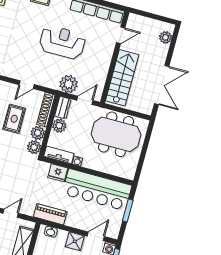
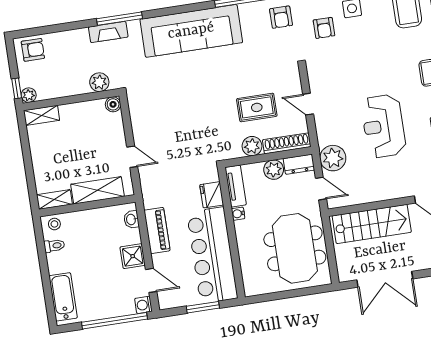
reception desk: (62, 42) -> (383, 126), turned 180
plant: (34, 147) -> (231, 149), removed
piano: (50, 214) -> (157, 230), moved

